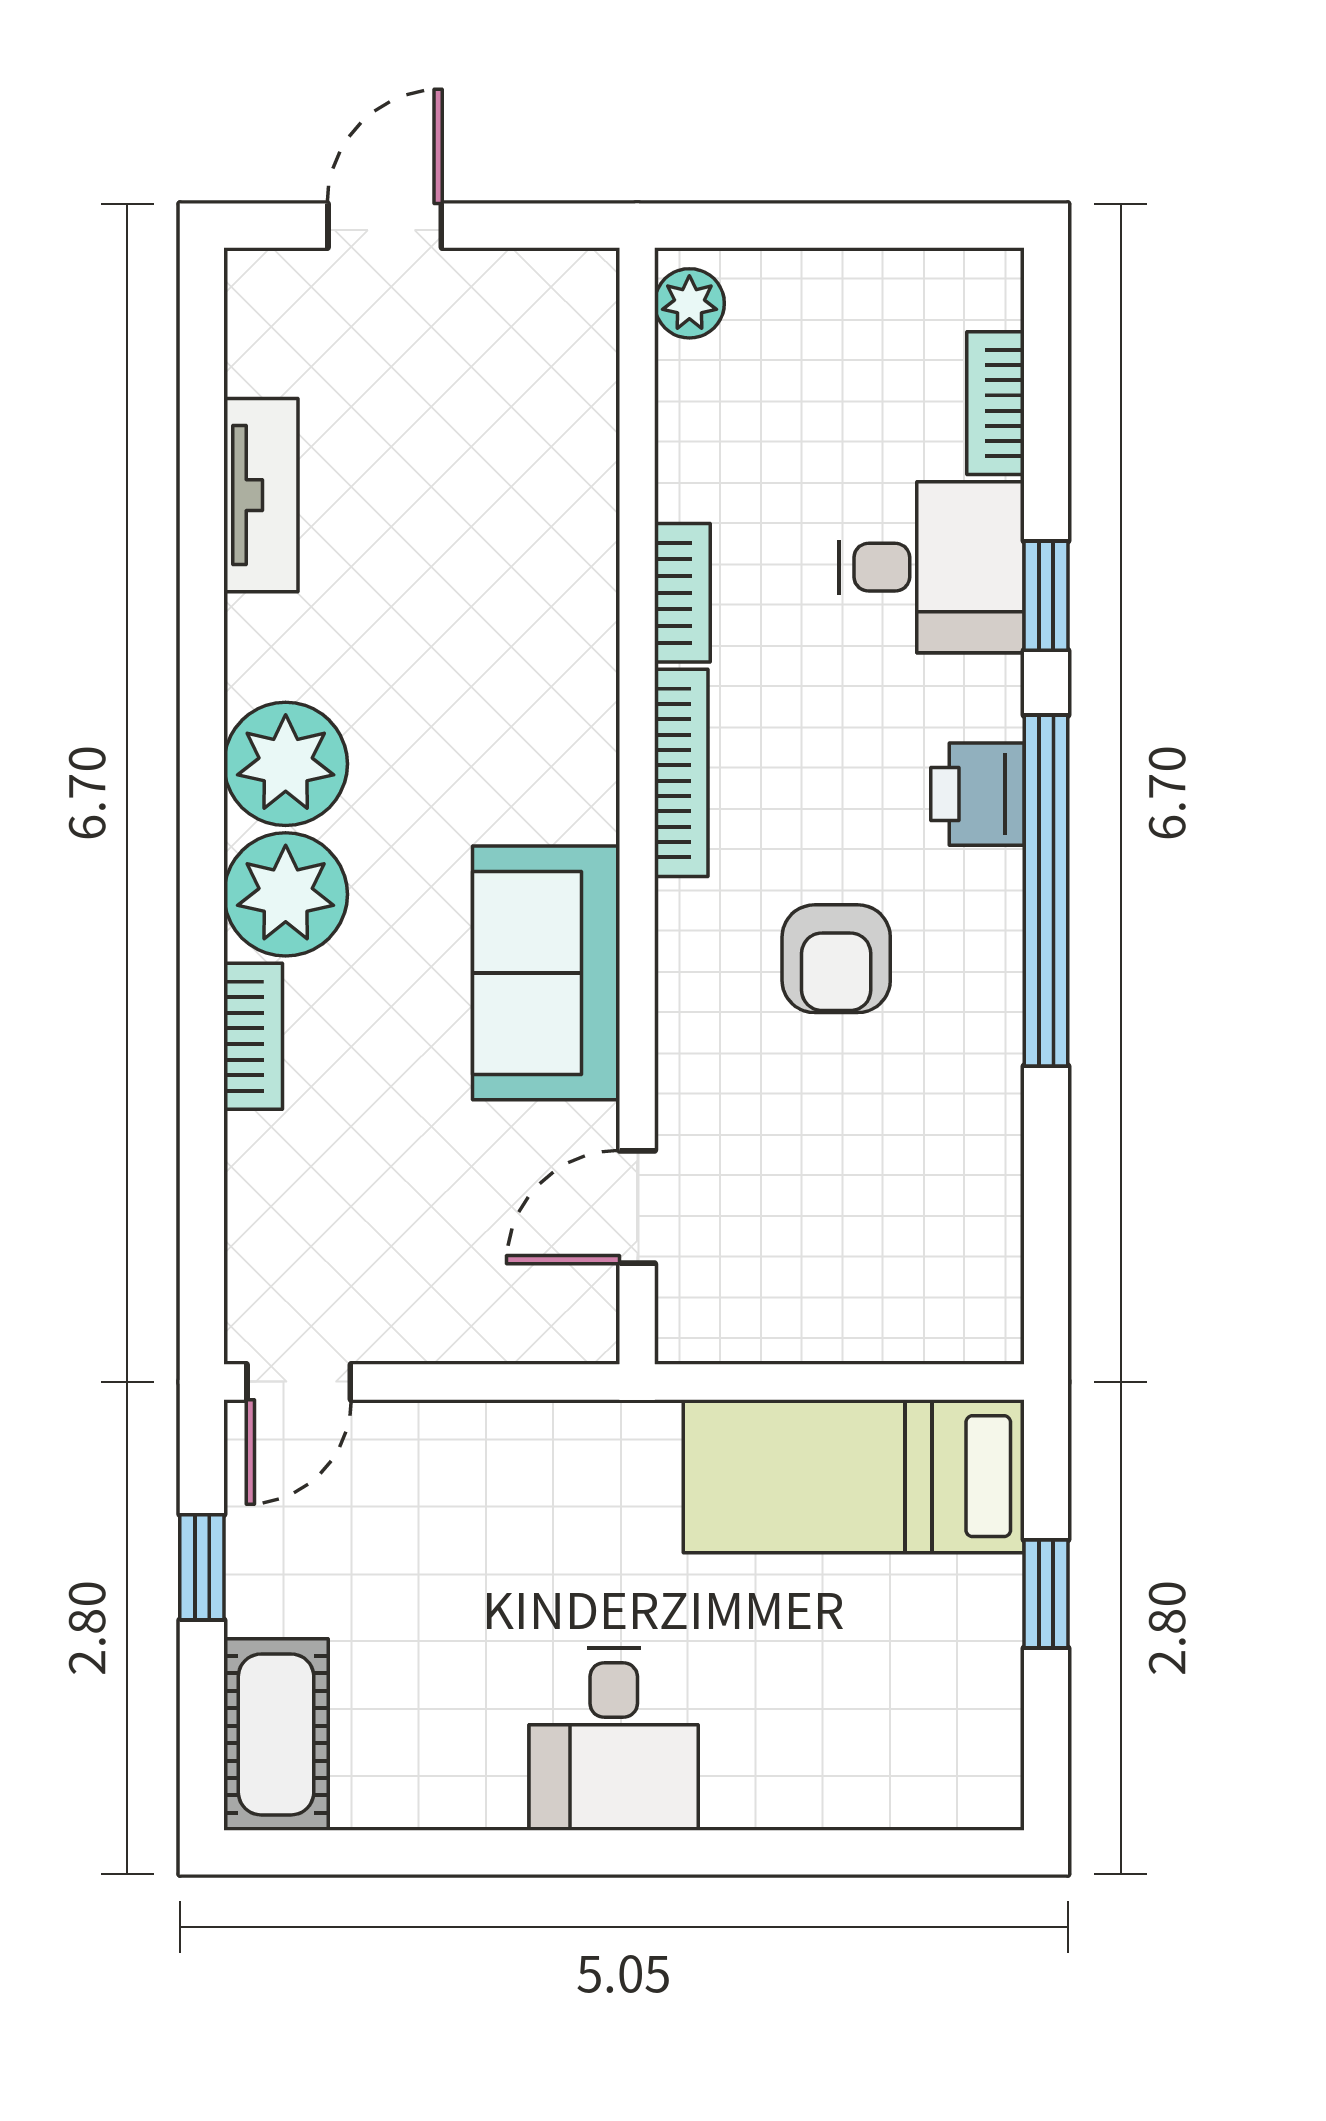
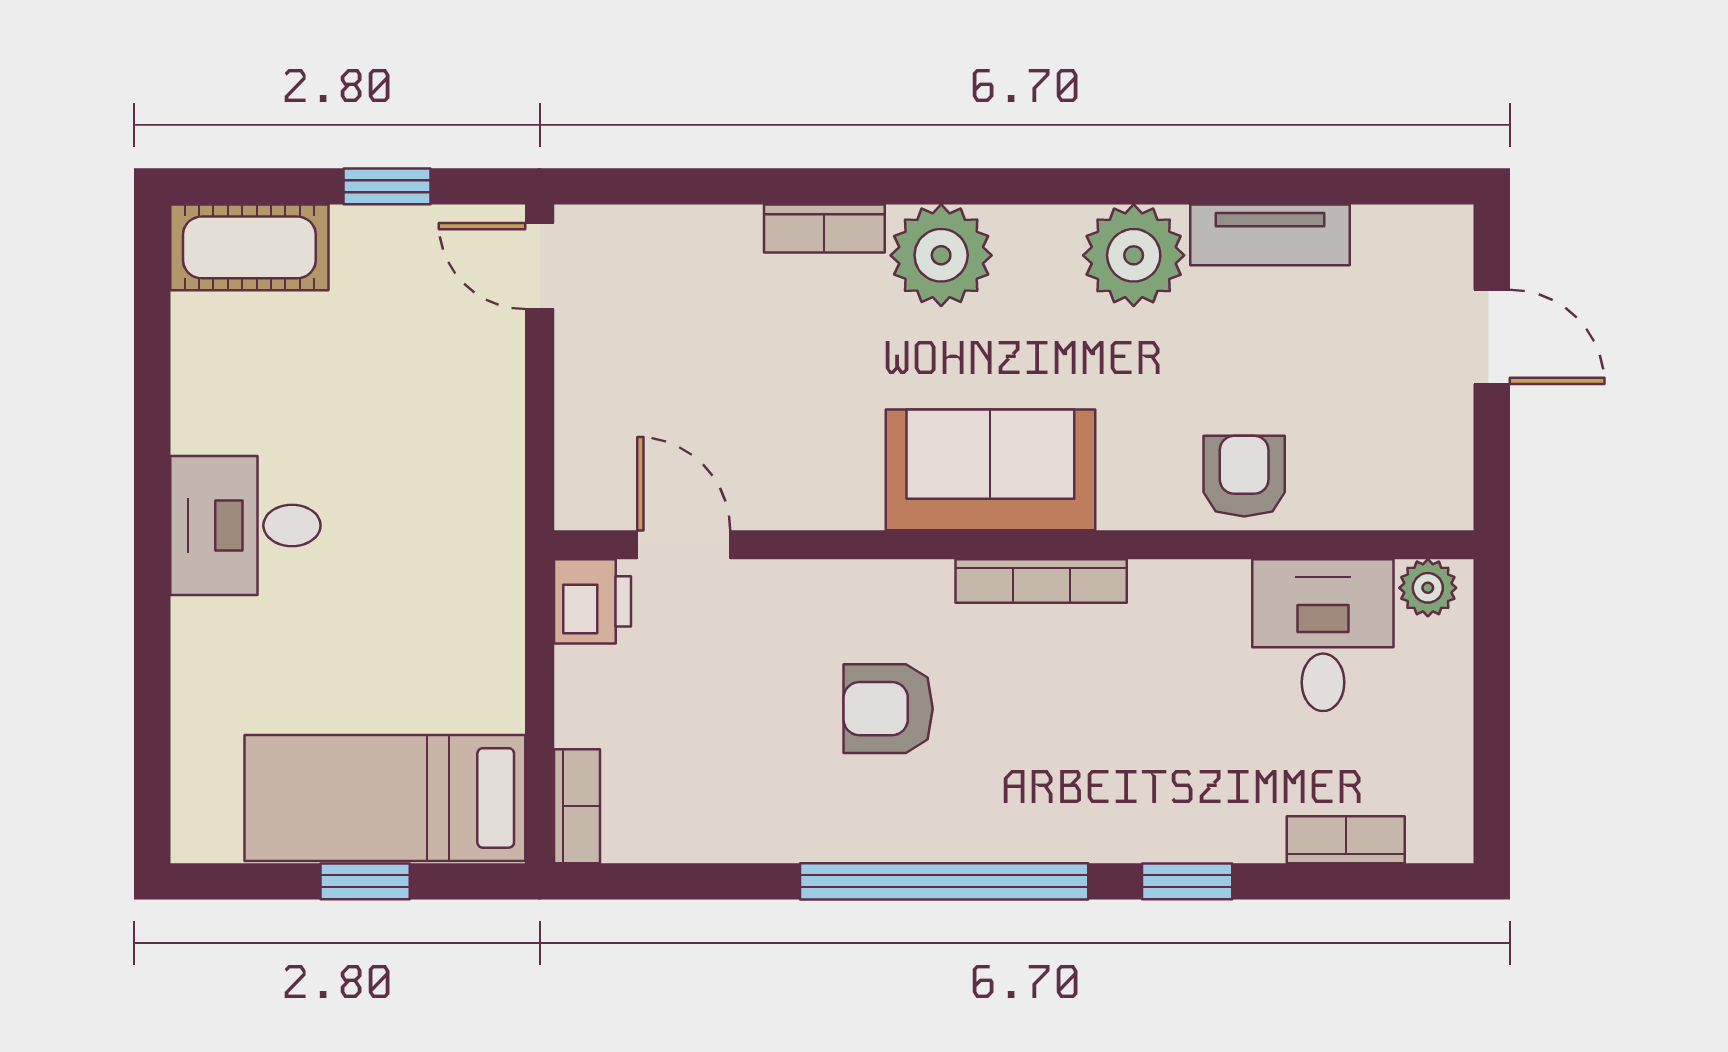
armchair: (554, 526) -> (1244, 476), added
desk: (932, 567) -> (1323, 635), moved, turned 180
bookcase: (682, 593) -> (577, 806), moved, turned -90
plant: (286, 764) -> (1134, 255), moved
printer: (977, 794) -> (592, 601), moved, turned 90
sofa: (546, 973) -> (990, 470), moved
bed: (854, 1476) -> (385, 798), moved, turned -90

